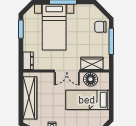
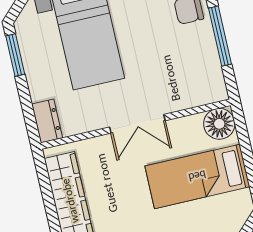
wardrobe: (92, 63) -> (189, 94), removed
floor lamp: (90, 79) -> (219, 124), moved

